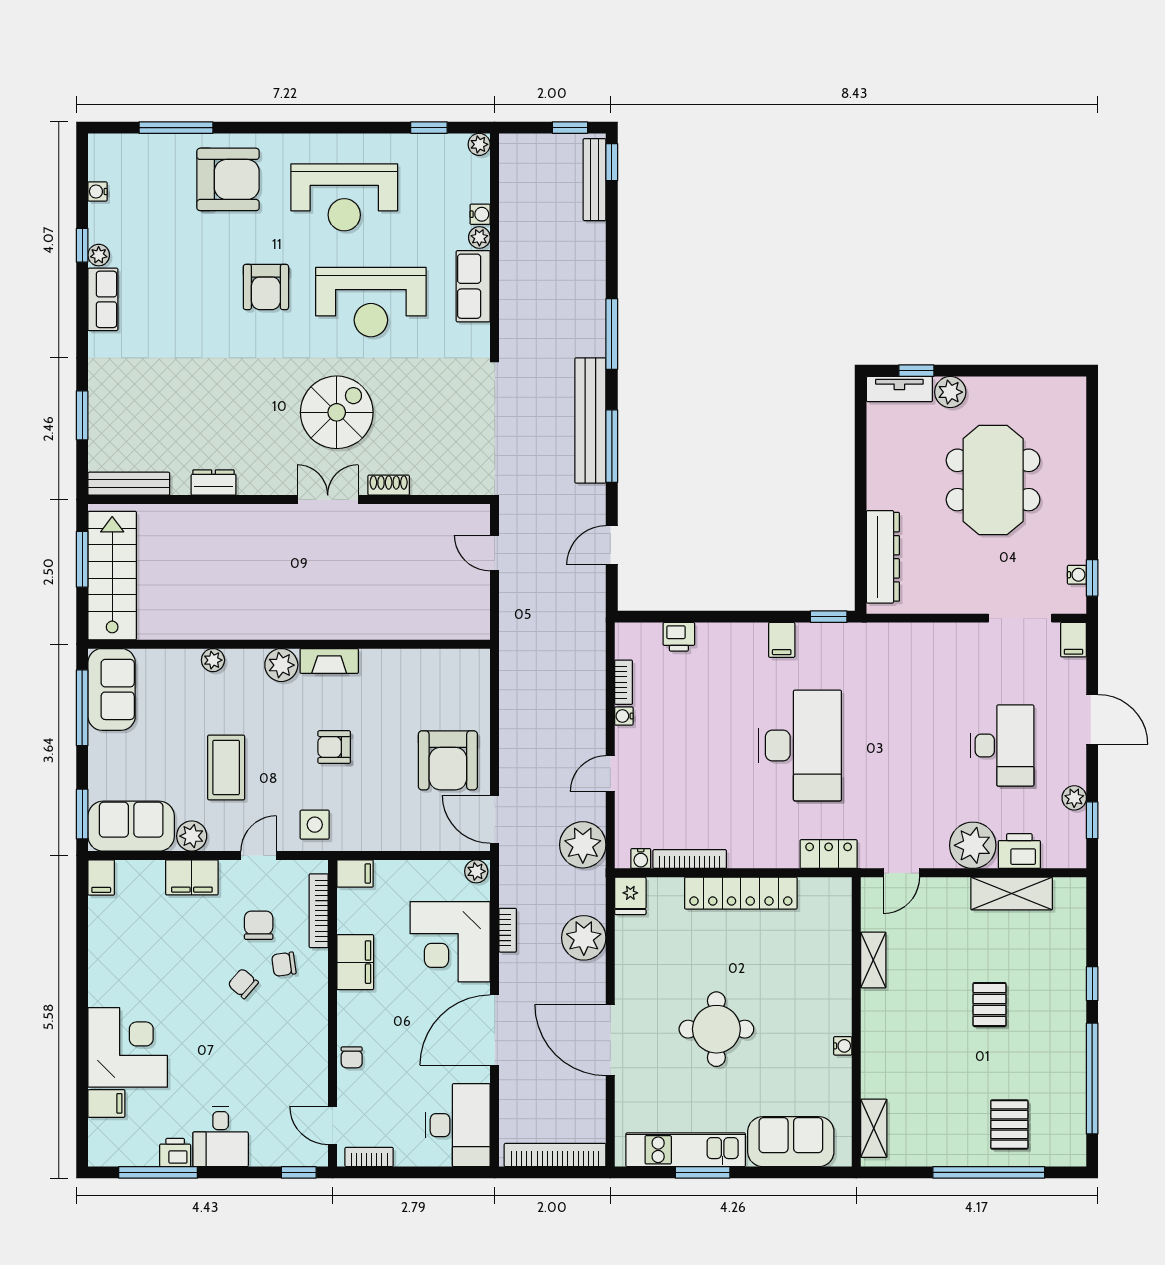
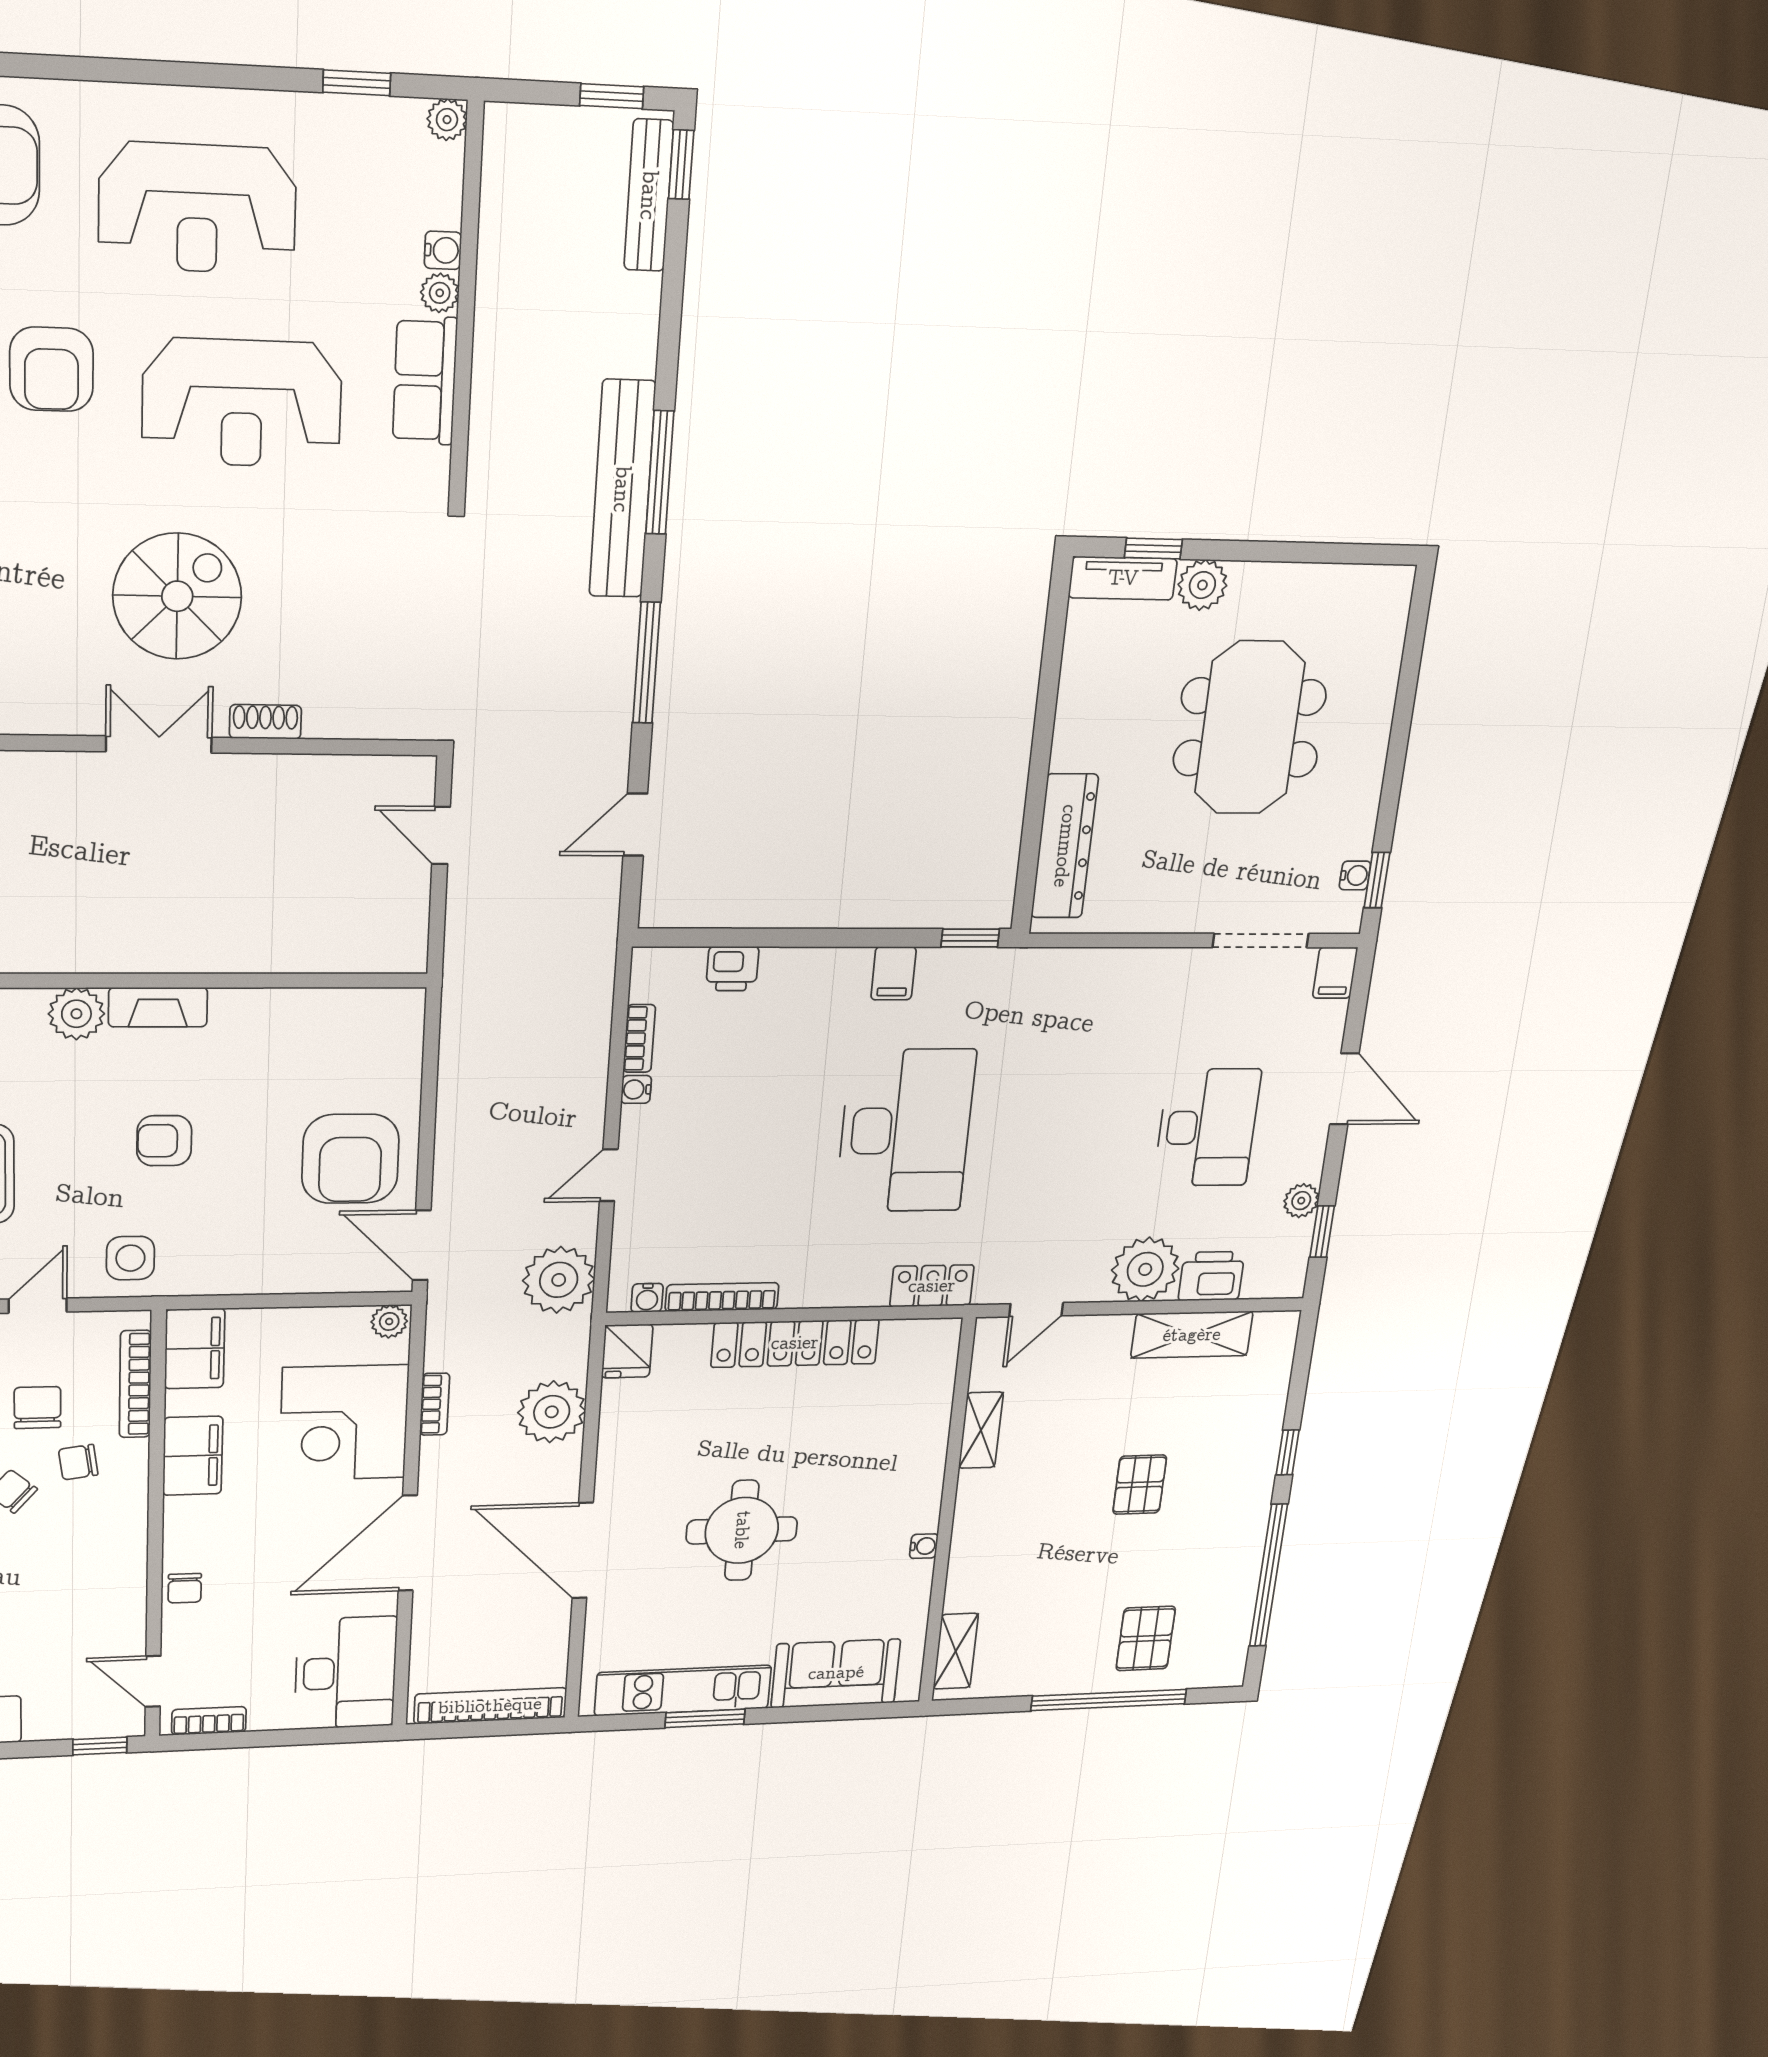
bench: (590, 420) -> (622, 489), moved
filing cabinet: (355, 873) -> (195, 1349), width x2.00

